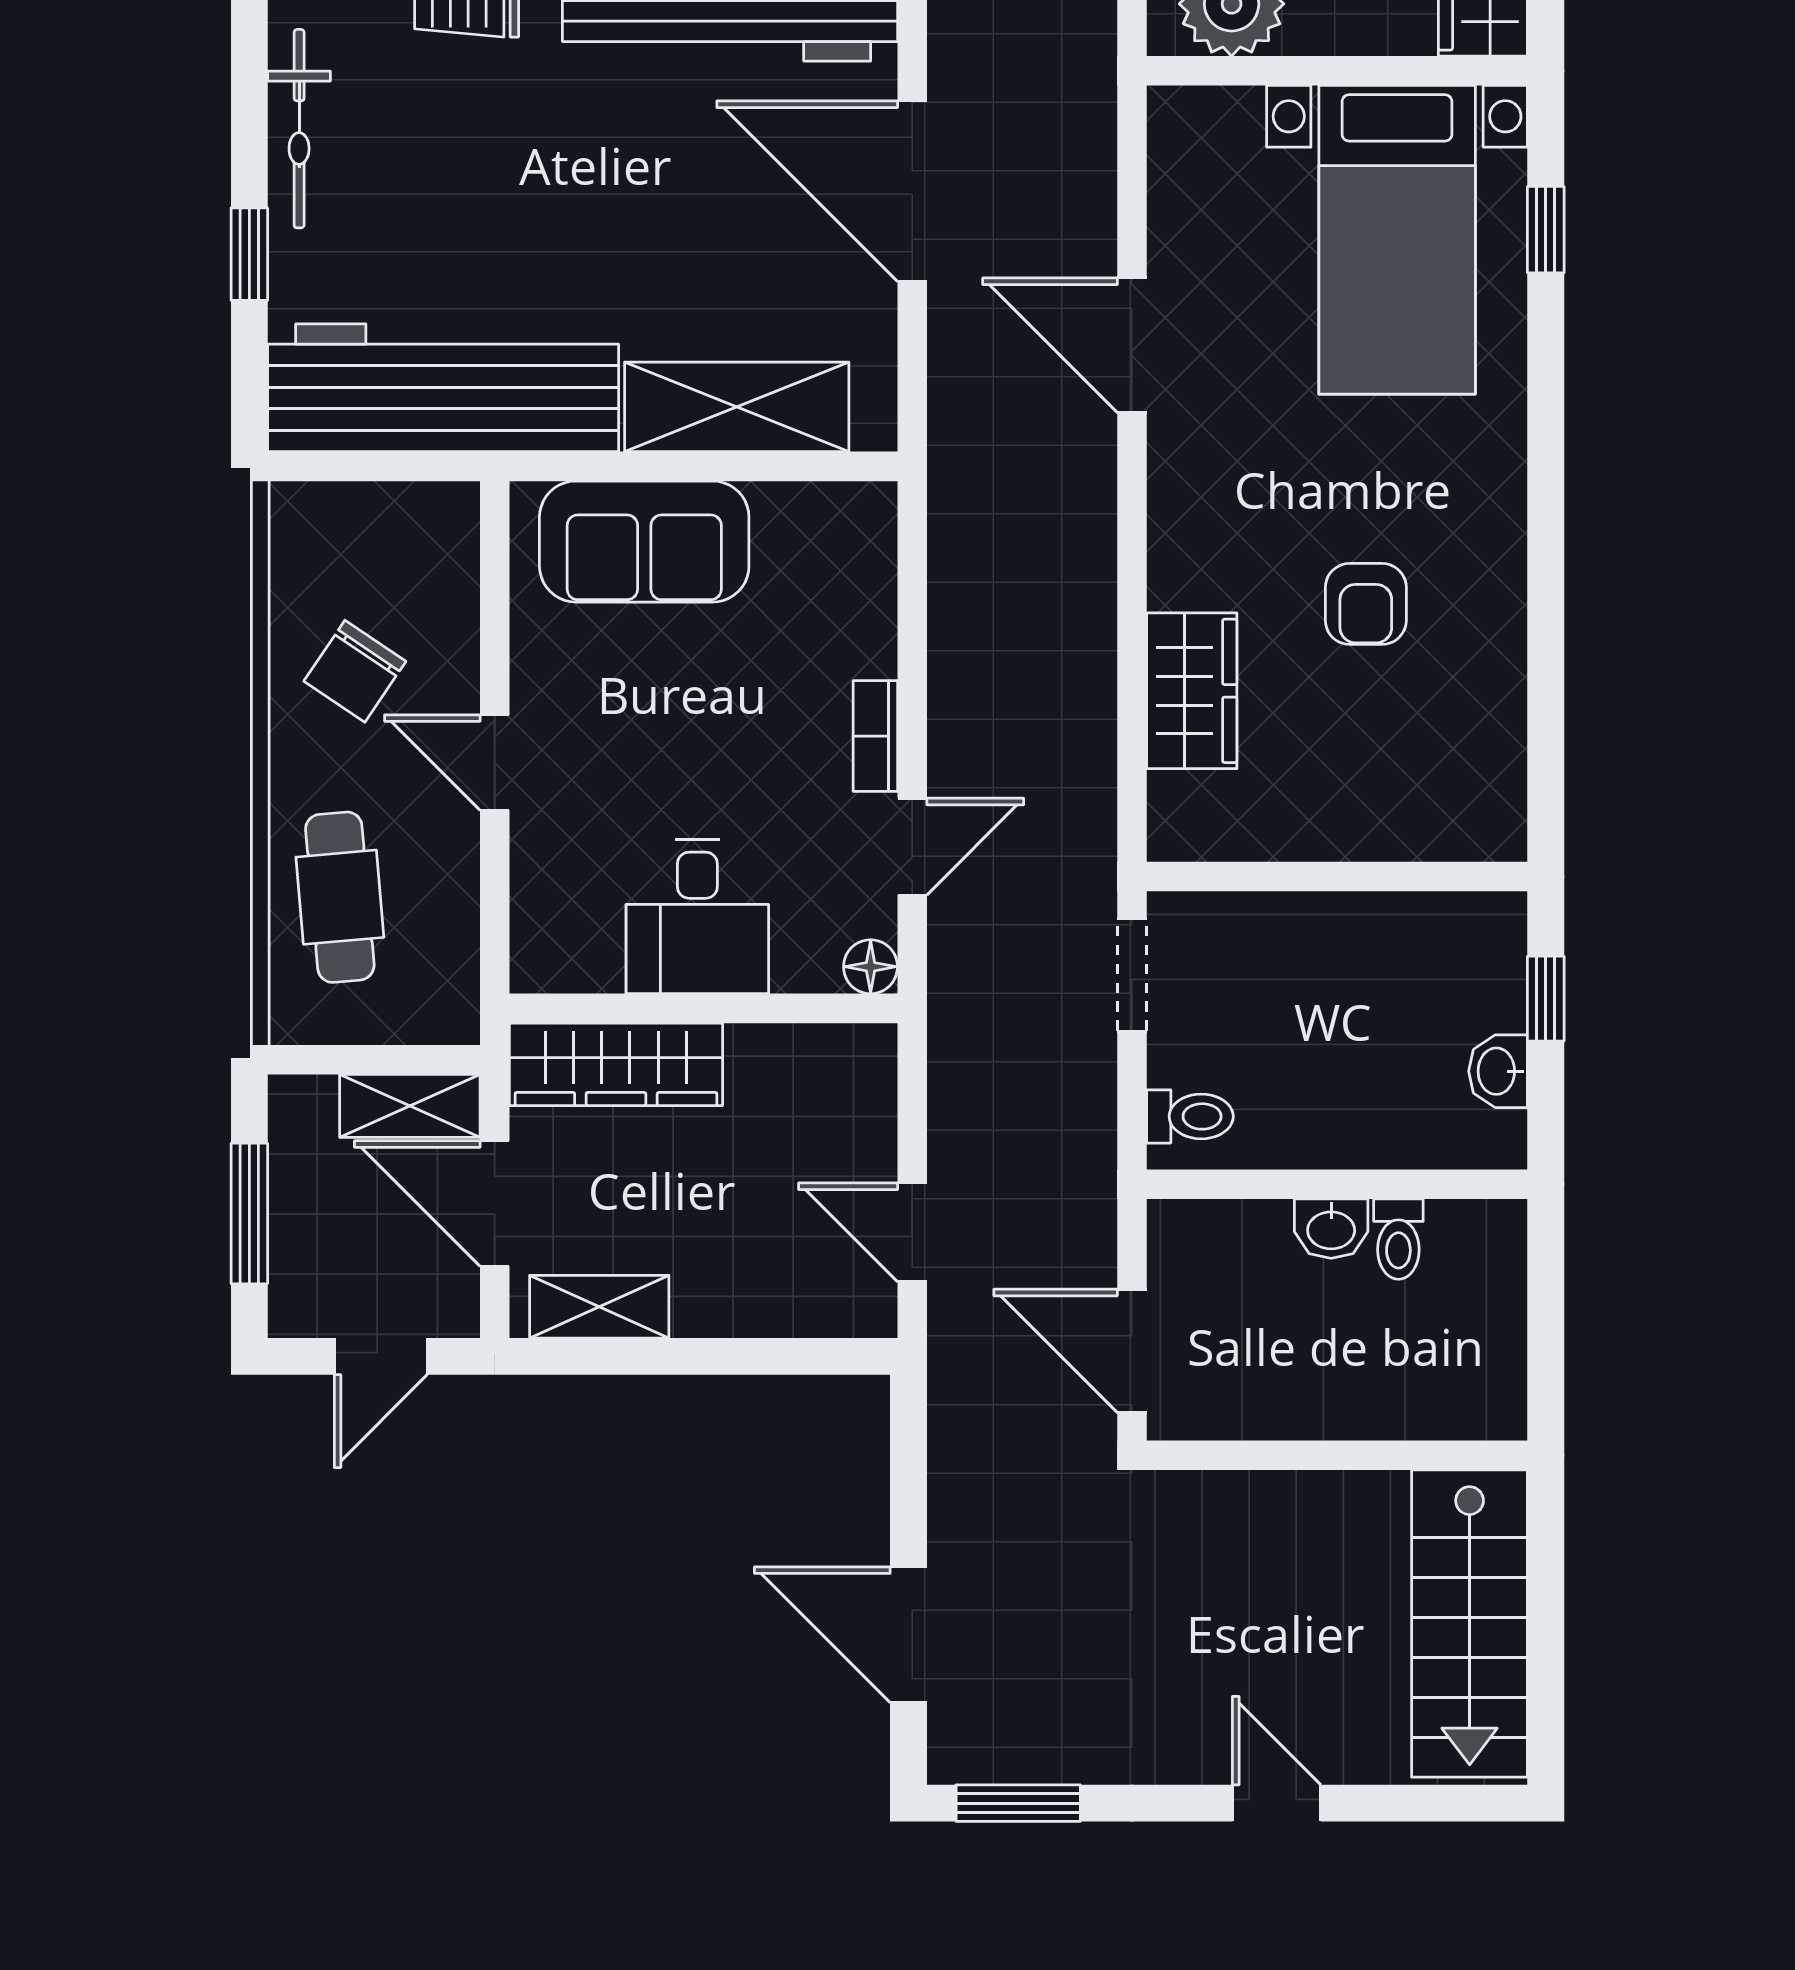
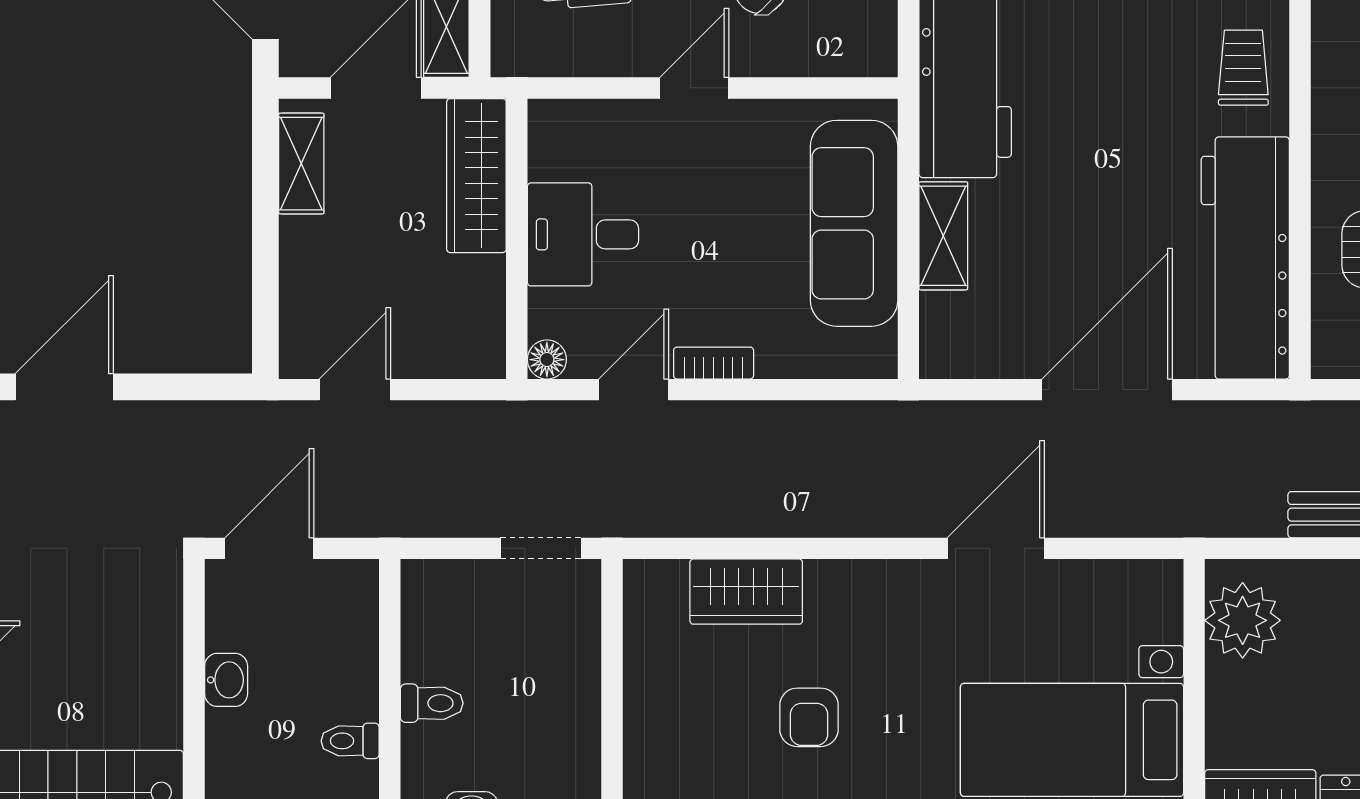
shelving: (737, 407) -> (943, 236), width x0.67, depth x0.75
sofa: (644, 542) -> (854, 223), width x1.36
armchair: (1366, 604) -> (809, 717), turned -90
door: (912, 847) -> (634, 390), swing flipped
toilet: (1190, 1116) -> (432, 703), moved, turned -90
washbasin: (1331, 1229) -> (226, 680), moved, turned 180

